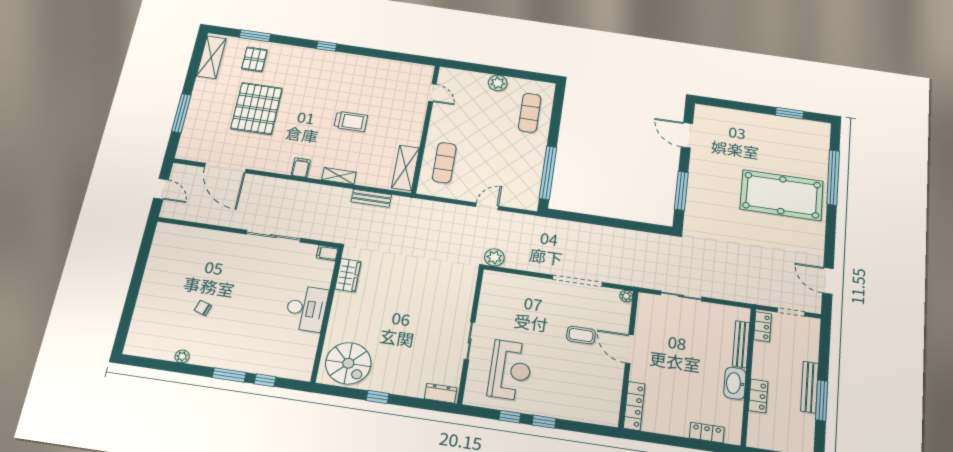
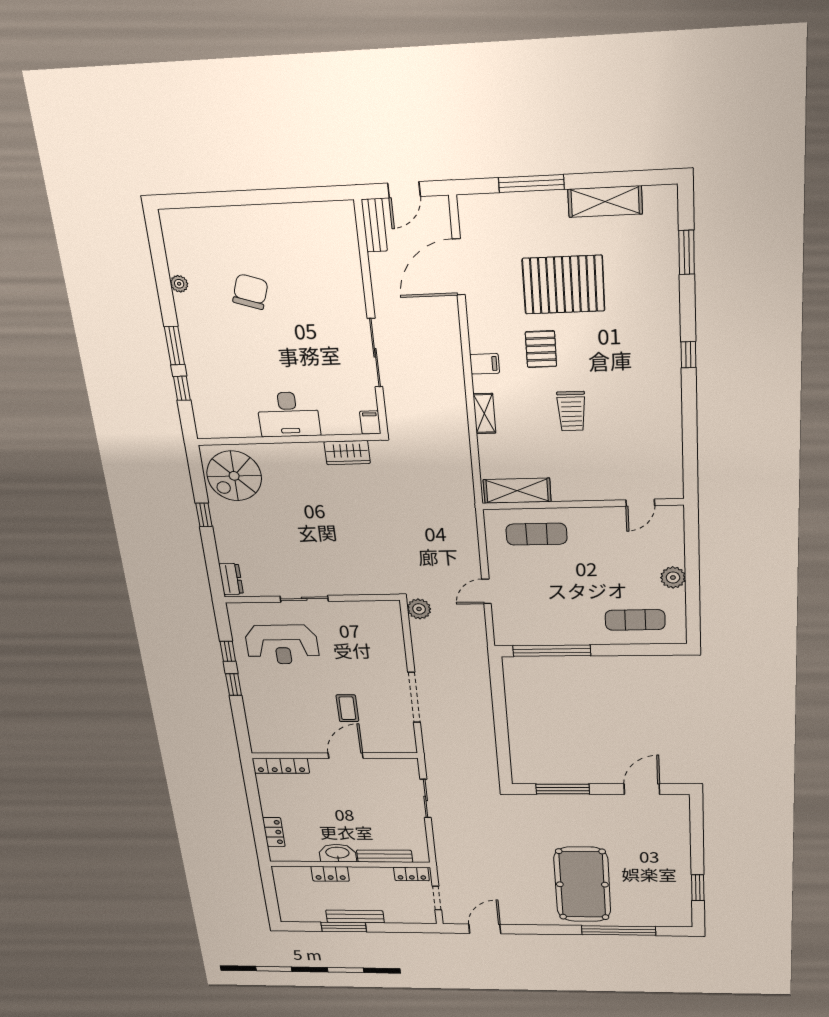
shelving: (211, 57) -> (605, 202), moved
pallet: (254, 59) -> (541, 349), moved, turned 90
bench: (371, 198) -> (374, 225), moved
door: (487, 206) -> (486, 591), swing flipped
plant: (626, 296) -> (409, 747), removed
chair: (203, 308) -> (250, 292), width x1.87, depth x1.87

